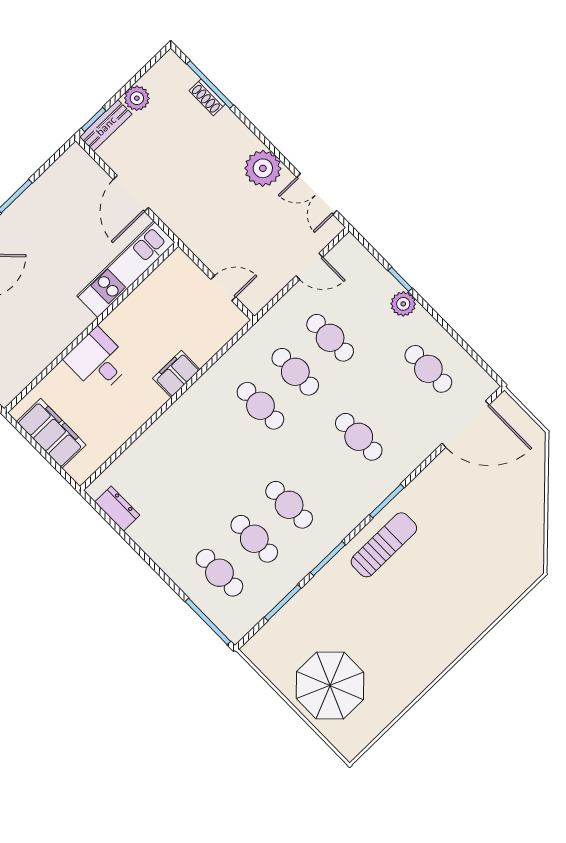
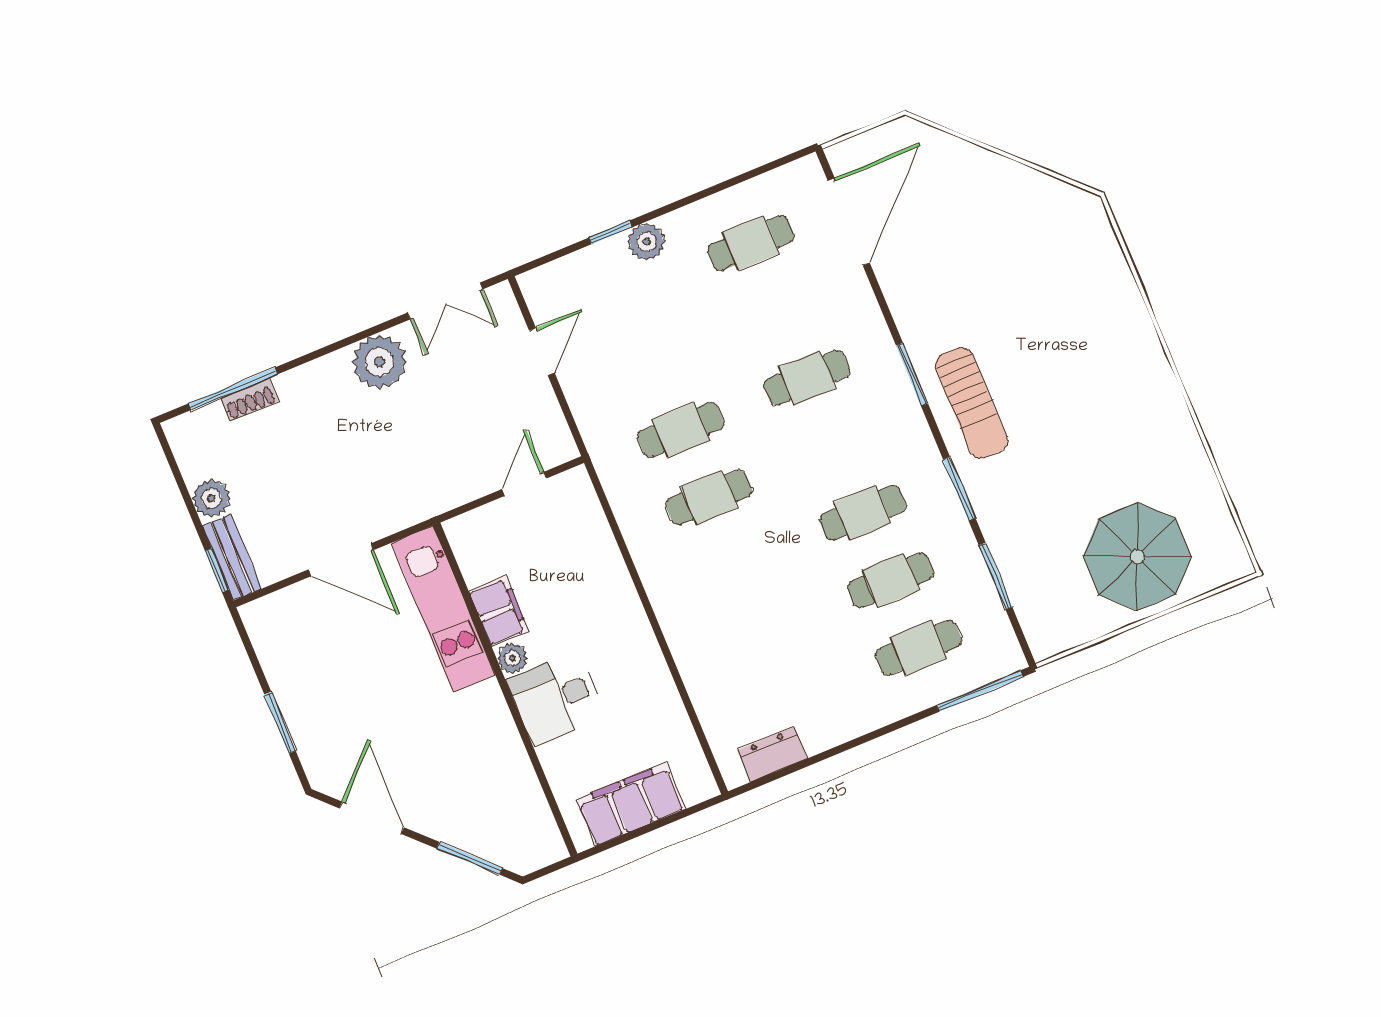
plant: (113, 324) -> (512, 658), added
cafe table: (330, 338) -> (653, 363), removed
filing cabinet: (176, 374) -> (499, 611), moved, turned 180
sun lounger: (384, 545) -> (971, 403), turned 180

